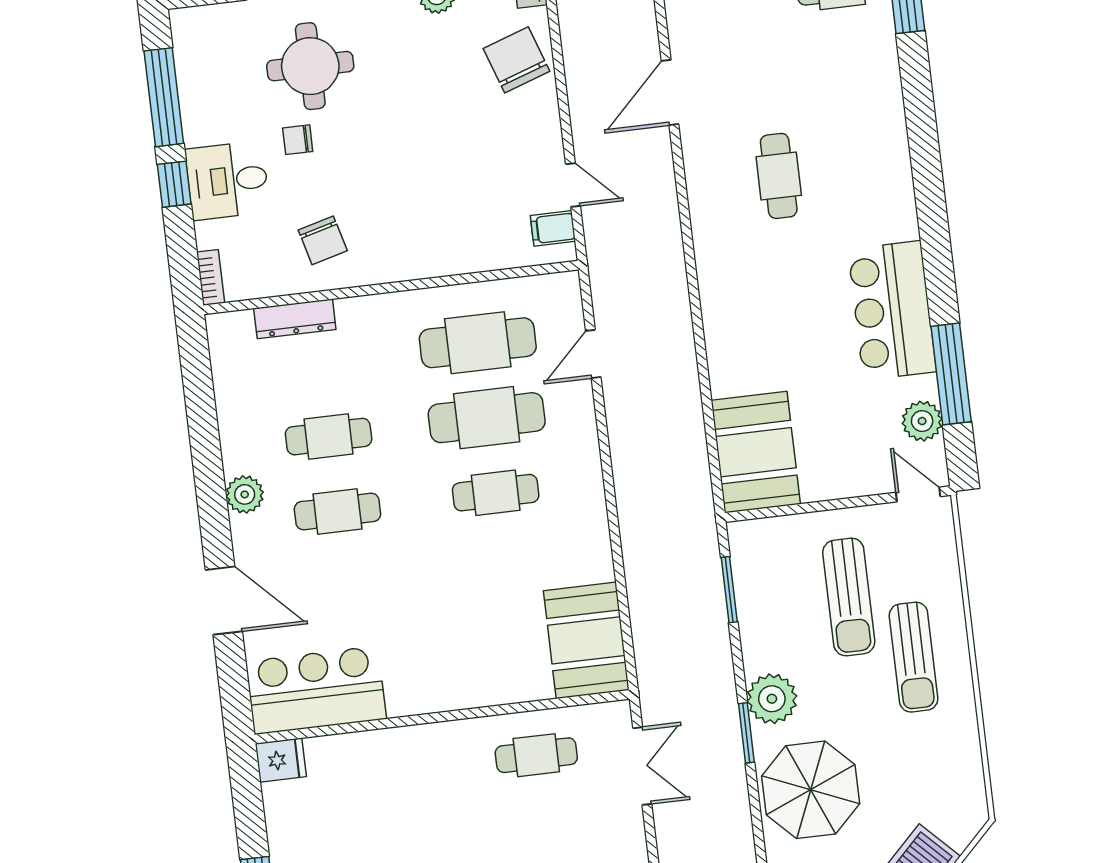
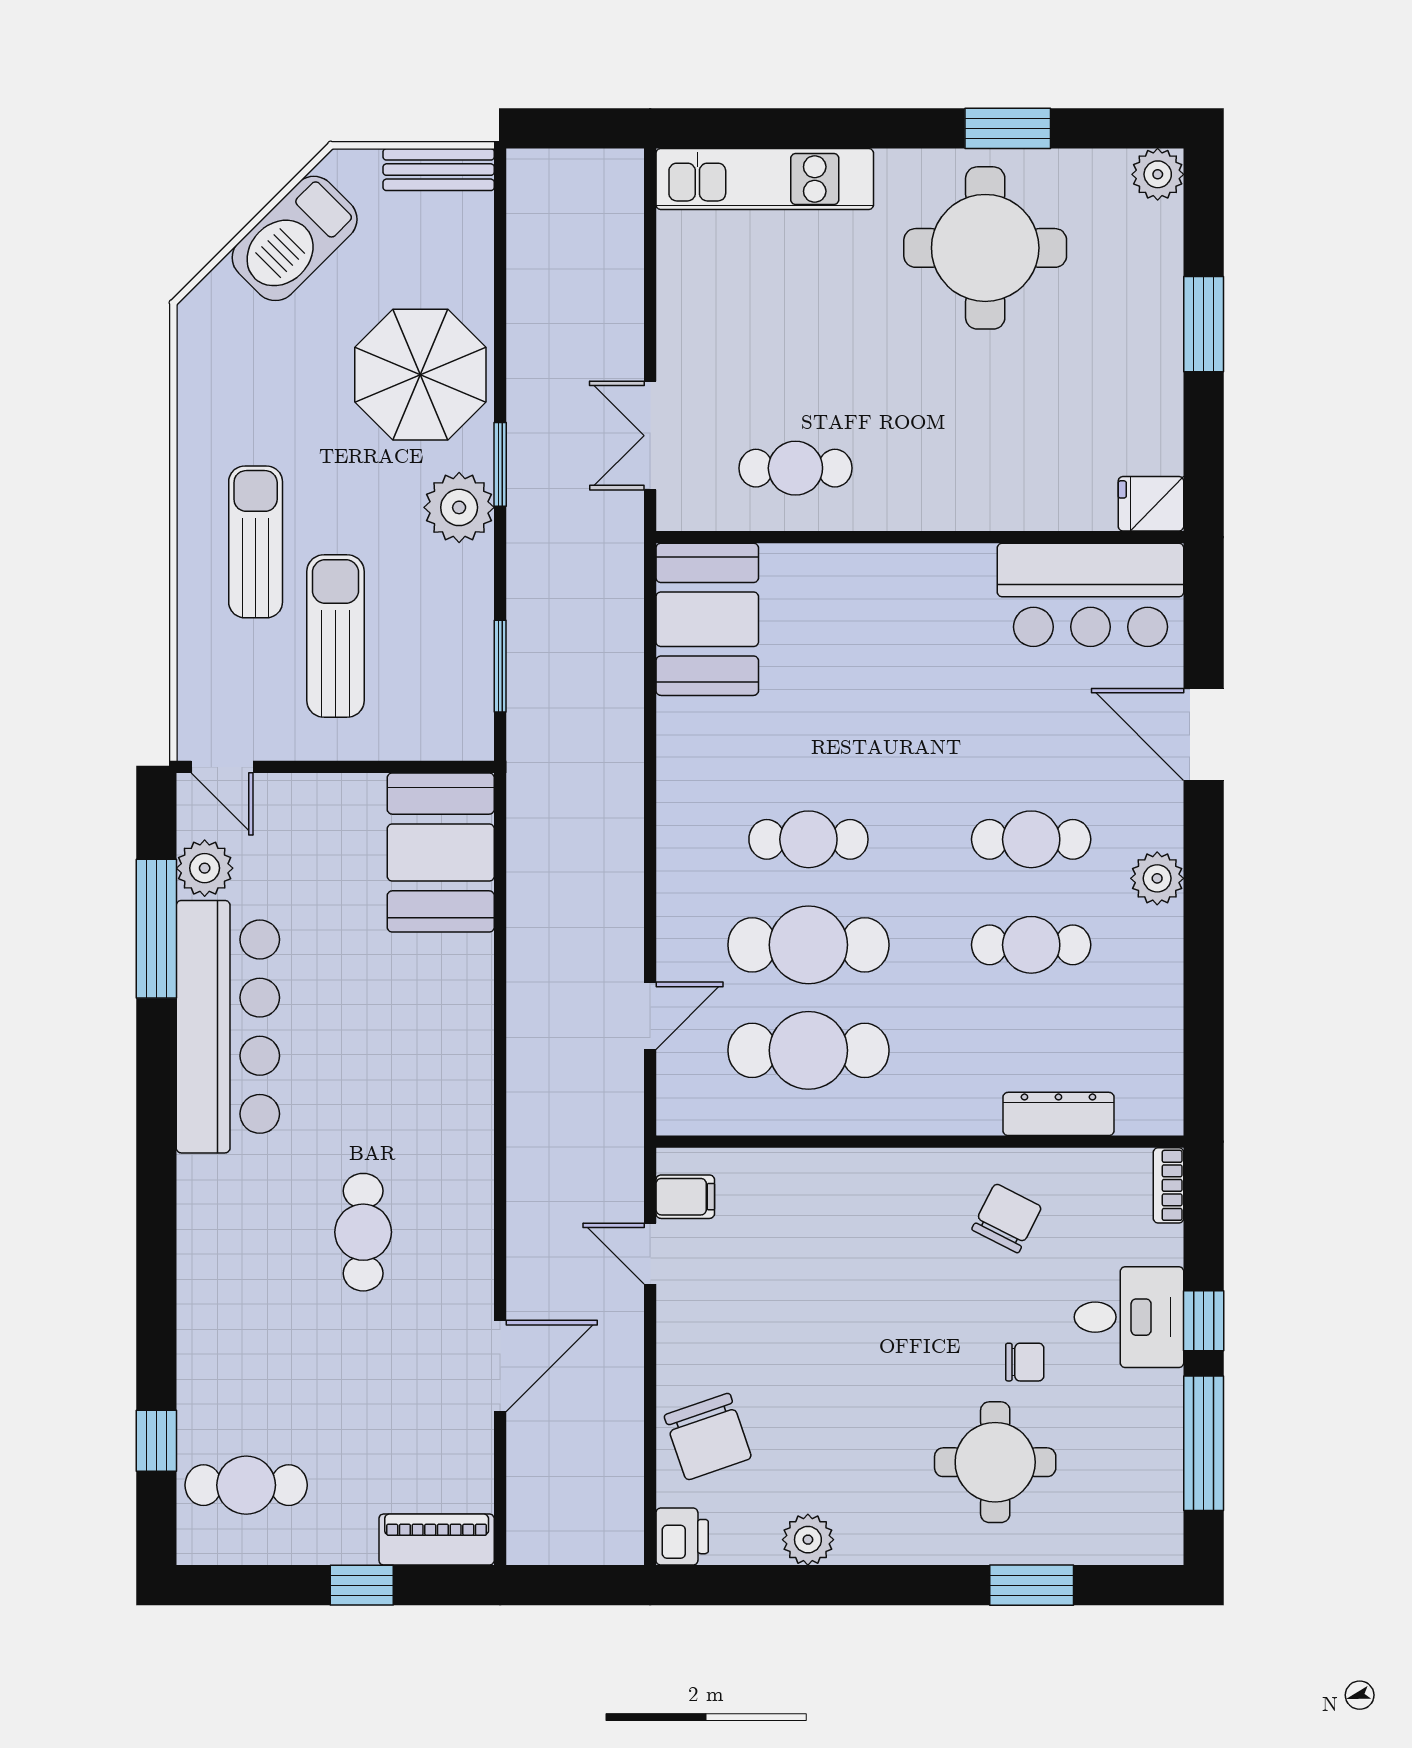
chair: (323, 240) -> (1007, 1218), turned 42
bar counter: (892, 310) -> (228, 1027), width x1.36

